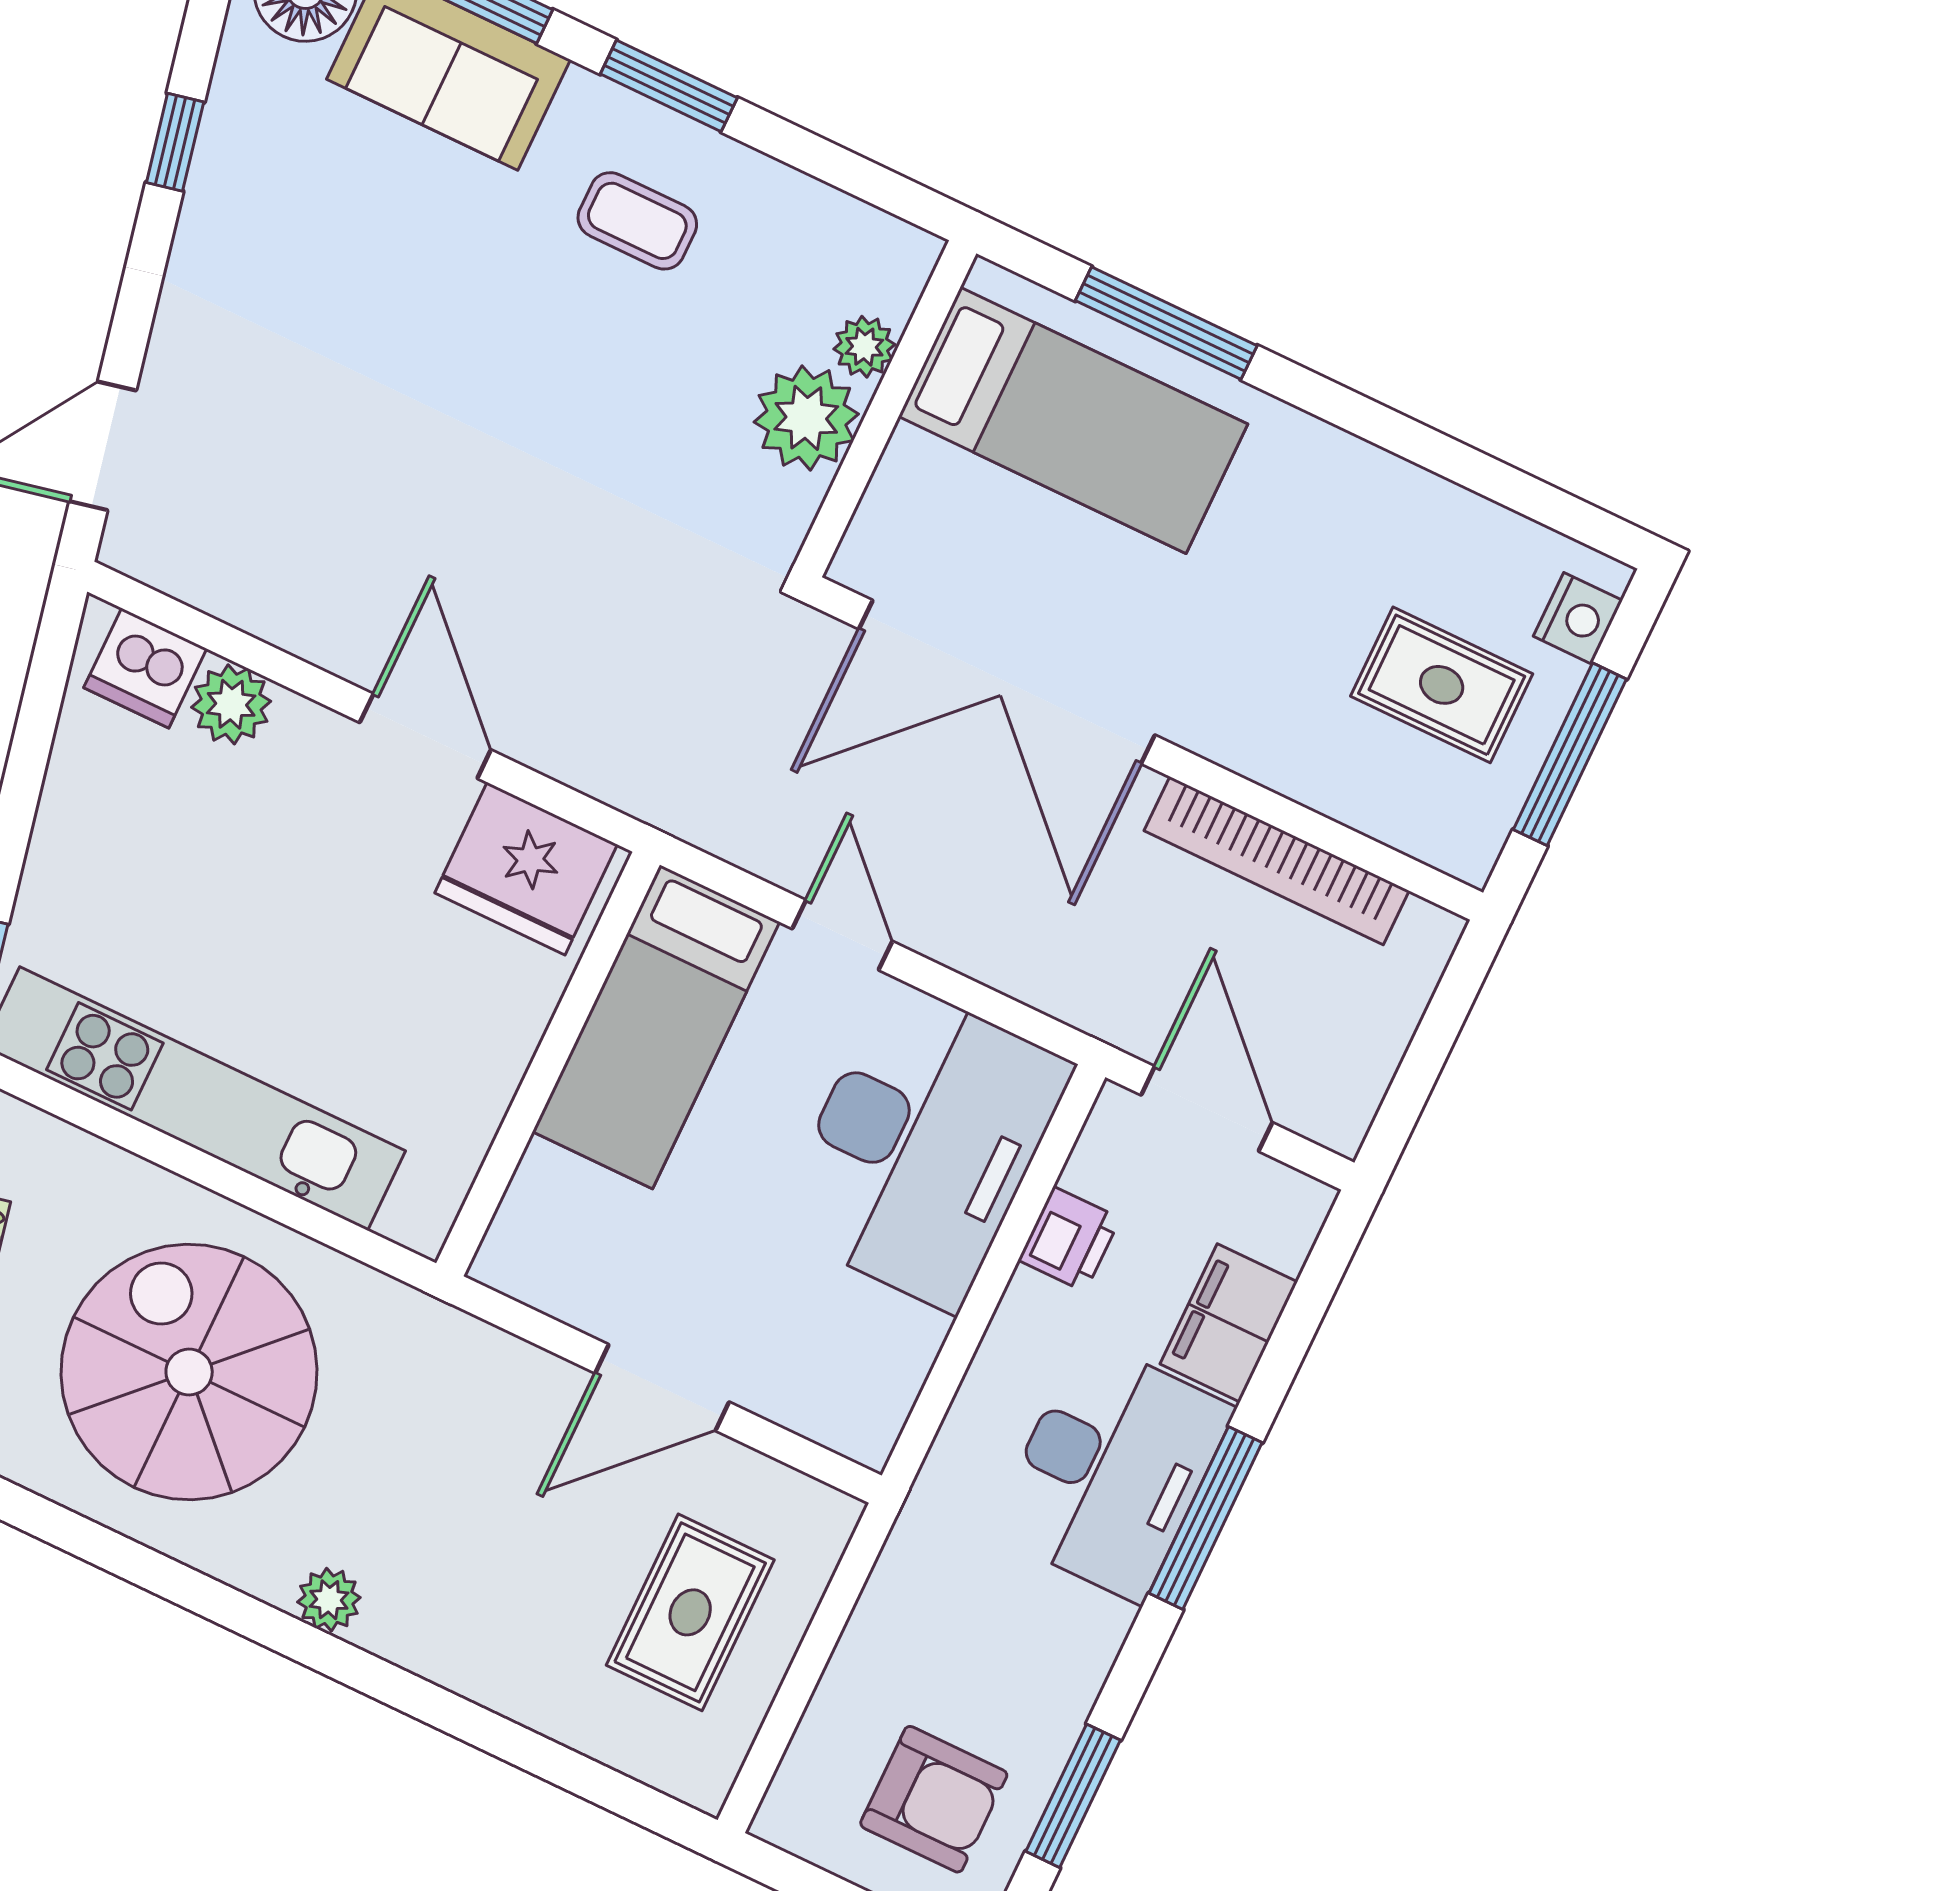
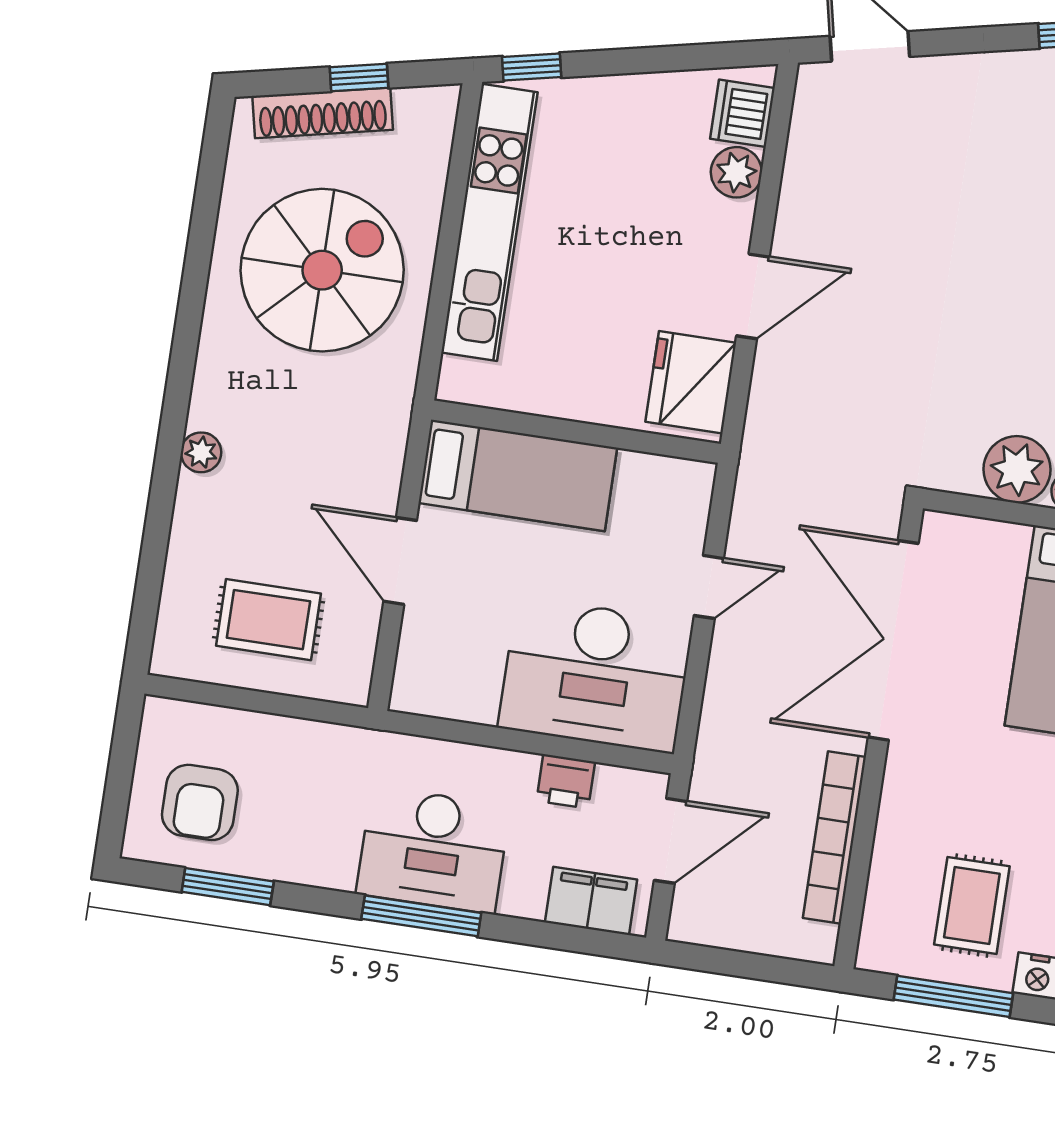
bed: (656, 1027) -> (518, 475), moved, turned 180
filing cabinet: (1229, 1323) -> (591, 901), moved
plant: (329, 1600) -> (201, 452), moved

